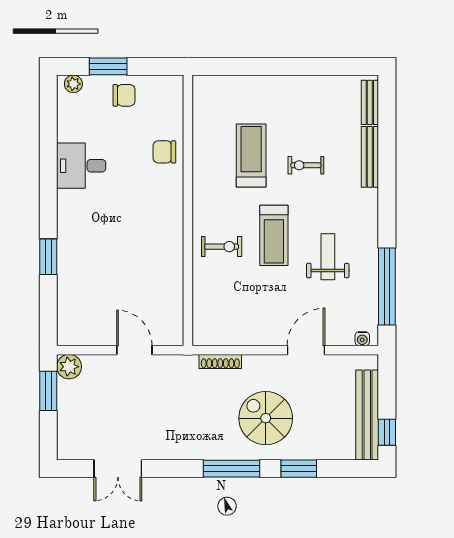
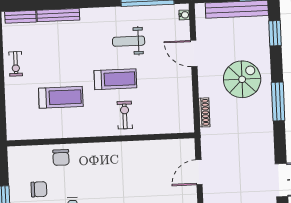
chair: (124, 95) -> (39, 189), moved, turned 90
treadmill: (251, 156) -> (61, 97), turned 180
exercise bike: (306, 165) -> (16, 64), moved
spiral stairs: (266, 418) -> (242, 79), turned 180
window: (299, 469) -> (275, 33), moved

